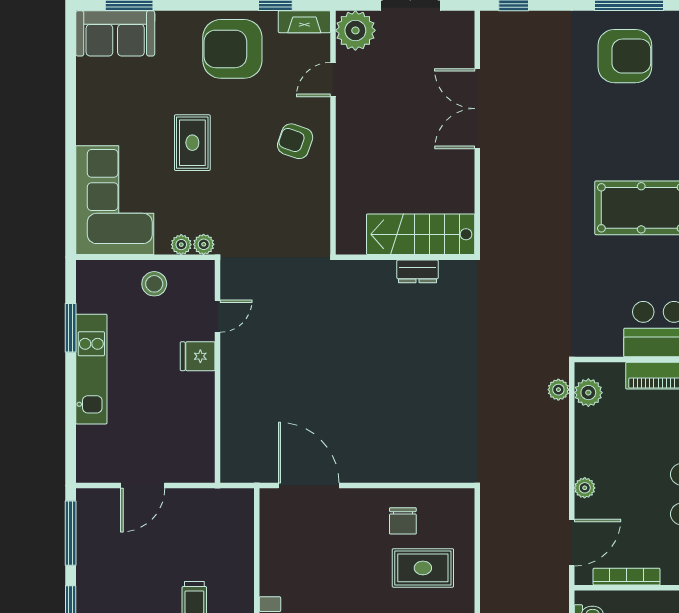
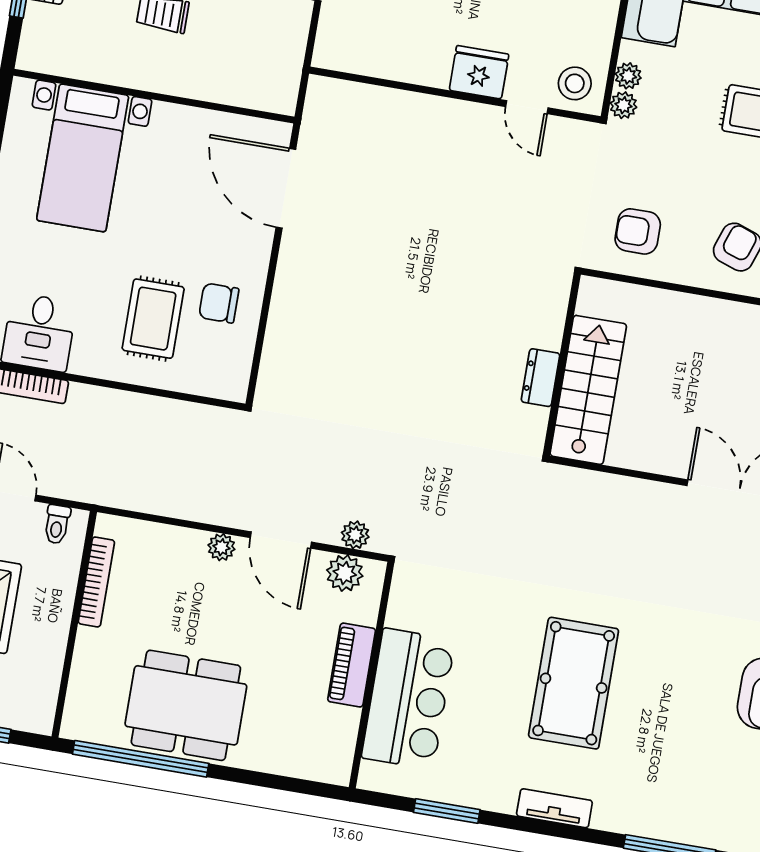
armchair: (296, 218) -> (638, 231), added
stool: (154, 284) -> (575, 83), moved
fridge: (198, 356) -> (479, 72), width x1.38
door: (309, 486) -> (286, 188), swing flipped
door: (572, 543) -> (281, 540), moved

